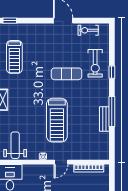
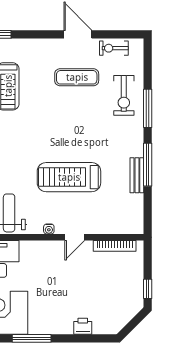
window: (112, 72) -> (148, 108), width x2.17
exercise mat: (67, 74) -> (77, 77), moved
treadmill: (57, 120) -> (69, 177), turned 90

